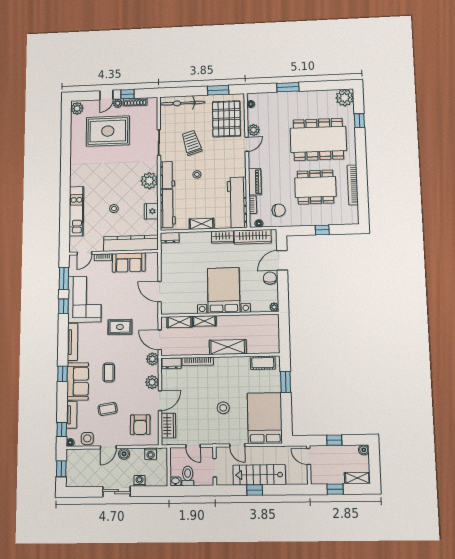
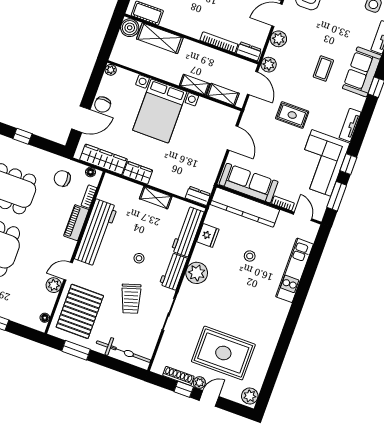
workbench: (237, 202) -> (96, 233), moved
door: (84, 253) -> (303, 216), hinge flipped
sofa: (129, 262) -> (249, 183), width x1.36
tv unit: (73, 342) -> (350, 125), width x0.71
boiler: (272, 346) -> (130, 28), added
shelving: (228, 347) -> (160, 38), moved
coffee table: (108, 409) -> (339, 28), removed

